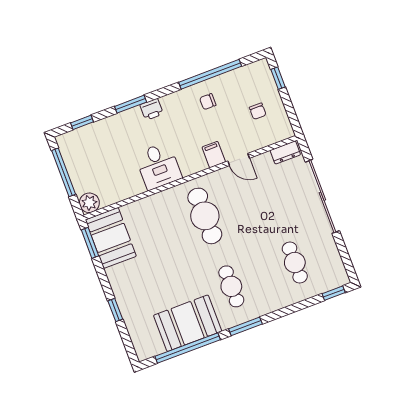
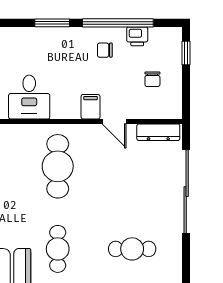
window: (131, 104) -> (52, 23), moved
printer: (152, 109) -> (137, 36), moved
dresser: (285, 152) -> (158, 132), width x1.44
cafe table: (295, 263) -> (132, 249), turned 90

